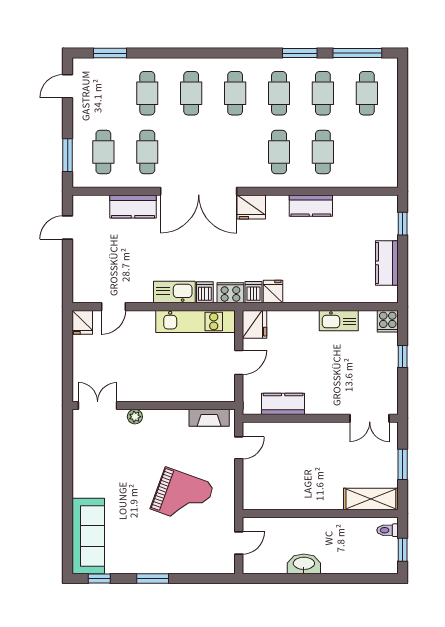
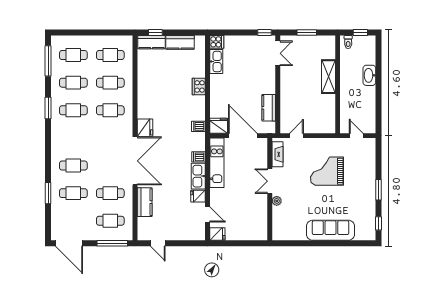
window: (110, 53) -> (48, 193), moved
window: (300, 53) -> (48, 108), moved
door: (68, 86) -> (69, 243), width x1.88
cafe table: (235, 93) -> (110, 55), moved
window: (68, 155) -> (112, 243), width x1.44
kitchen counter: (311, 206) -> (152, 42), moved, turned 90
fridge: (273, 292) -> (198, 196), moved
cooker: (230, 293) -> (199, 86), moved
kitchen sink: (339, 321) -> (216, 62), moved
window: (403, 356) -> (265, 33), moved
door: (239, 362) -> (243, 136), width x1.87
double door: (98, 406) -> (270, 181), moved
door: (239, 448) -> (296, 136), hinge flipped
grand piano: (182, 497) -> (327, 171), turned -110
shelving: (371, 499) -> (329, 77), moved
sofa: (88, 536) -> (331, 230), moved
washbasin: (304, 564) -> (369, 75), moved

